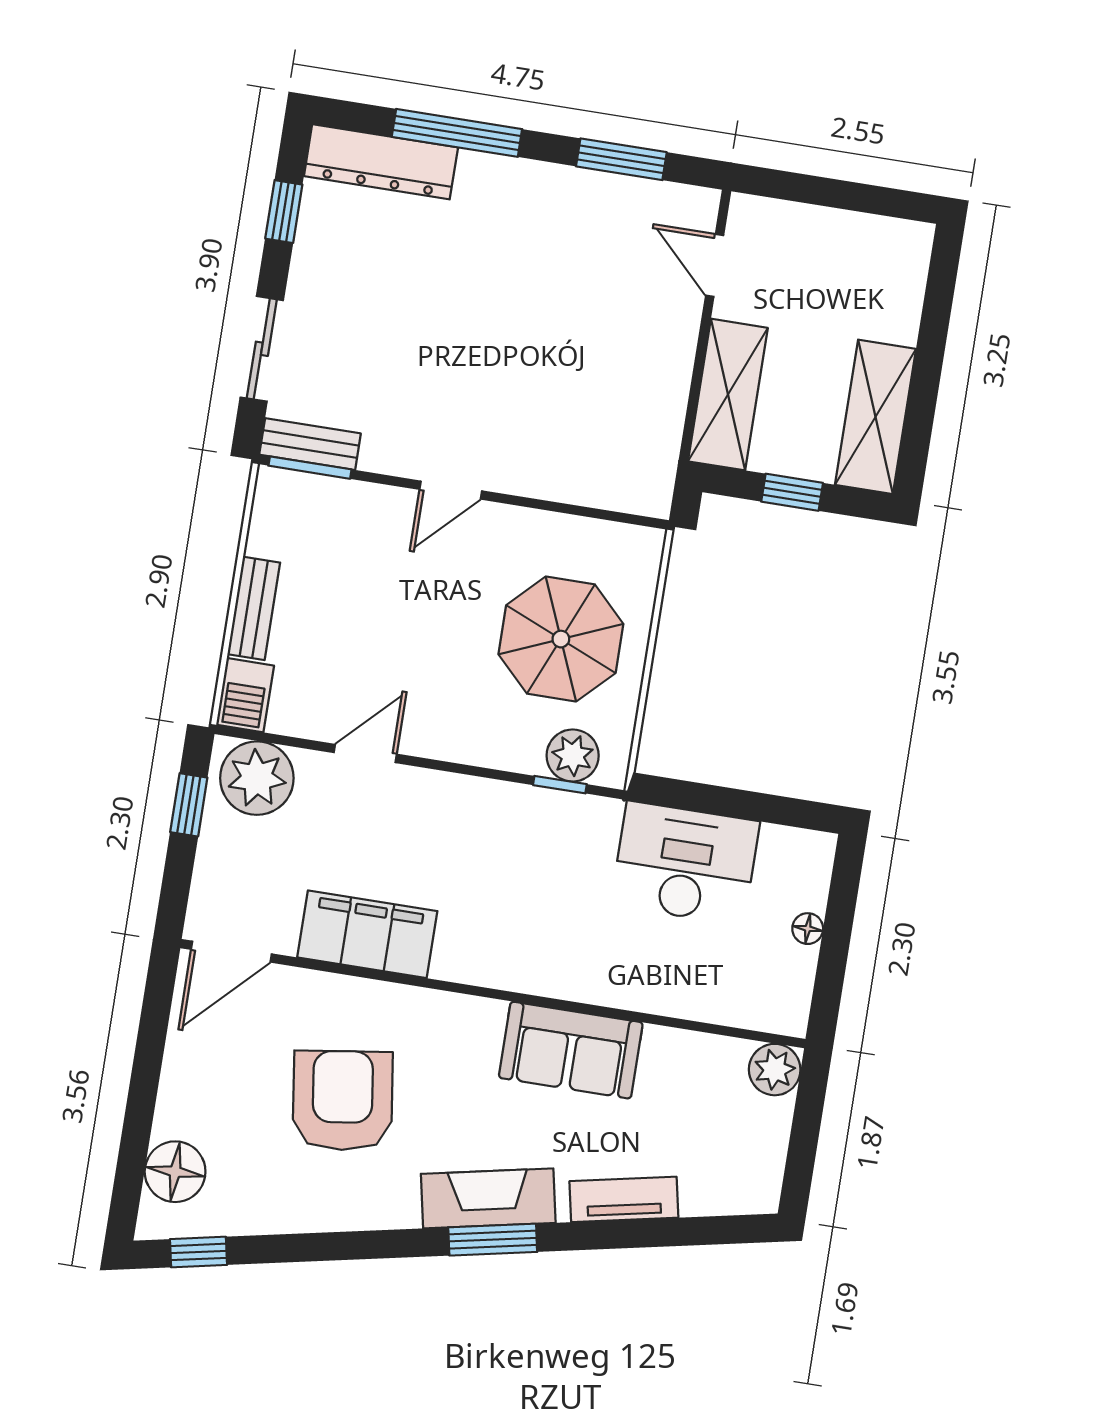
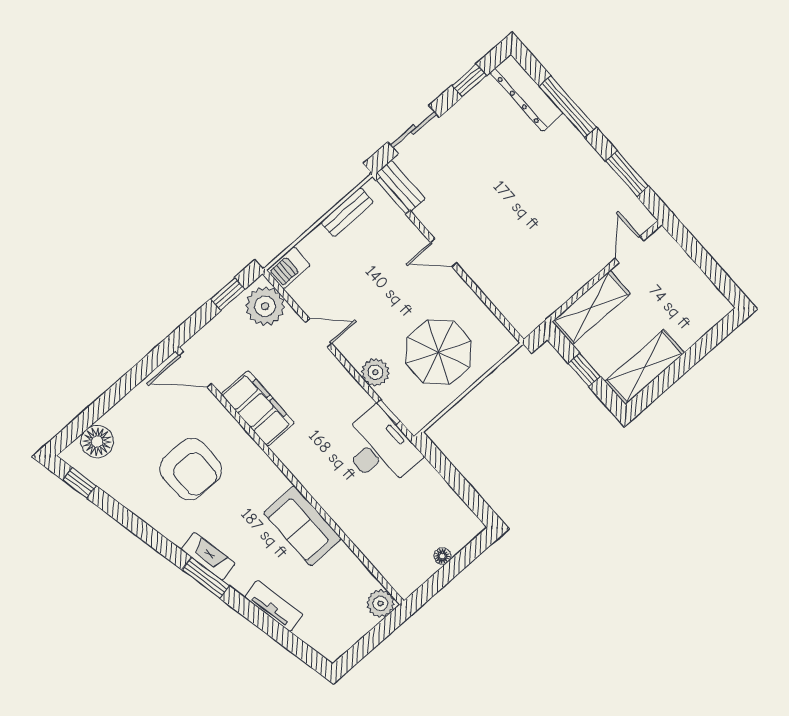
bench: (254, 608) -> (347, 212), moved
plant: (573, 756) -> (375, 372), moved
desk: (685, 863) -> (379, 448), moved
armchair: (343, 1101) -> (191, 469), turned 98
fireplace: (488, 1198) -> (208, 556), width x0.73, depth x0.76

